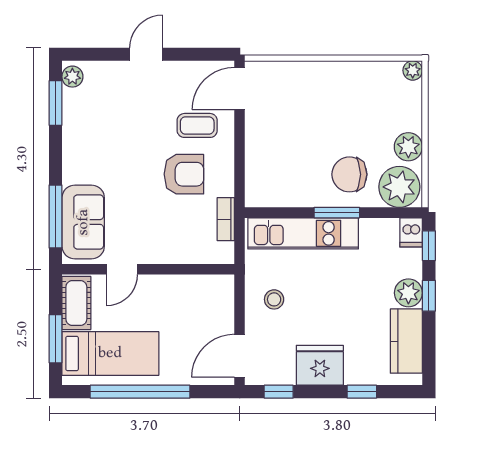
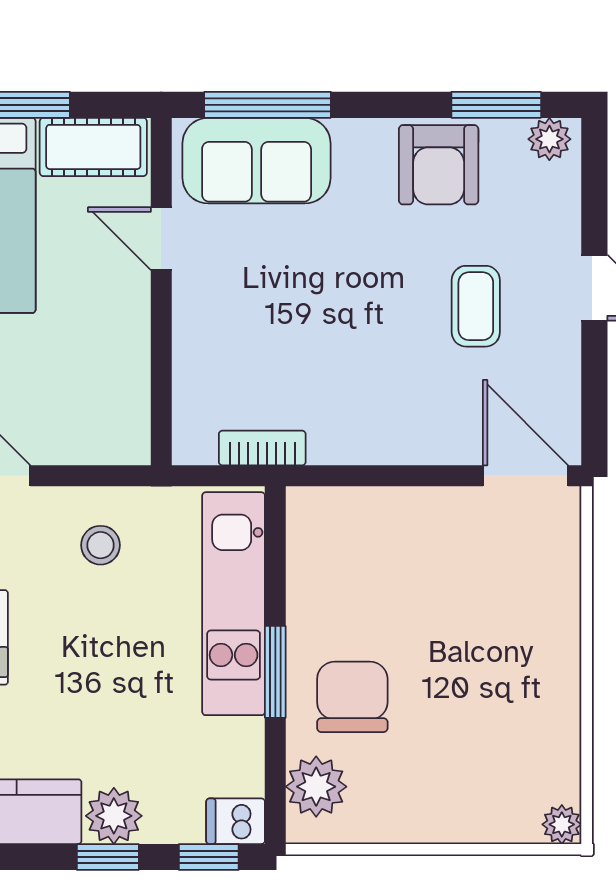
coffee table: (197, 125) -> (476, 306), moved
plant: (408, 147) -> (408, 816), removed
armchair: (184, 174) -> (439, 165), moved
plant: (399, 187) -> (316, 787), width x0.73, depth x0.73

